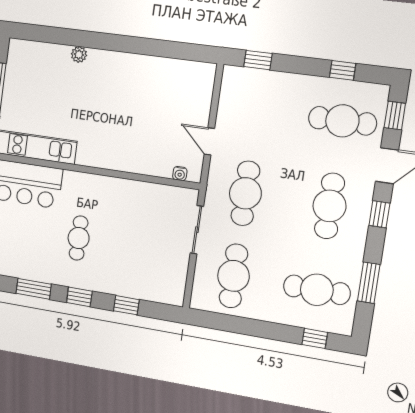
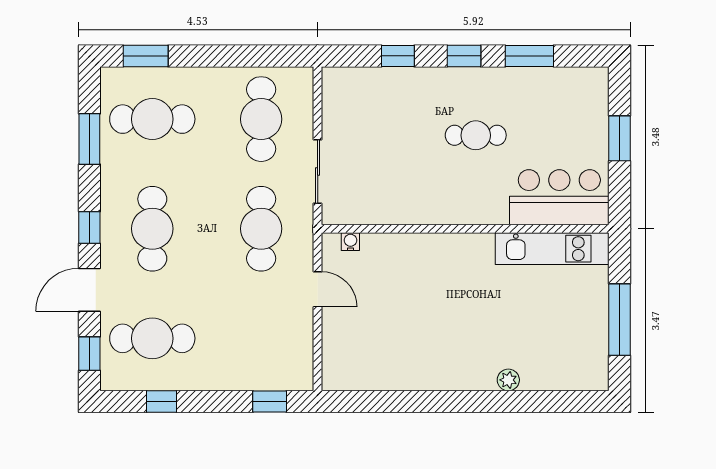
cafe table: (79, 238) -> (476, 135), turned 90
window: (315, 338) -> (146, 56), width x1.50

